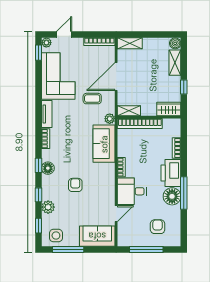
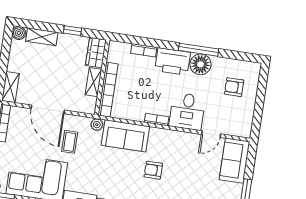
shelving: (129, 111) -> (94, 82), moved
armchair: (75, 185) -> (153, 170), moved
door: (116, 214) -> (211, 134), swing flipped
window: (146, 249) -> (259, 104), removed

